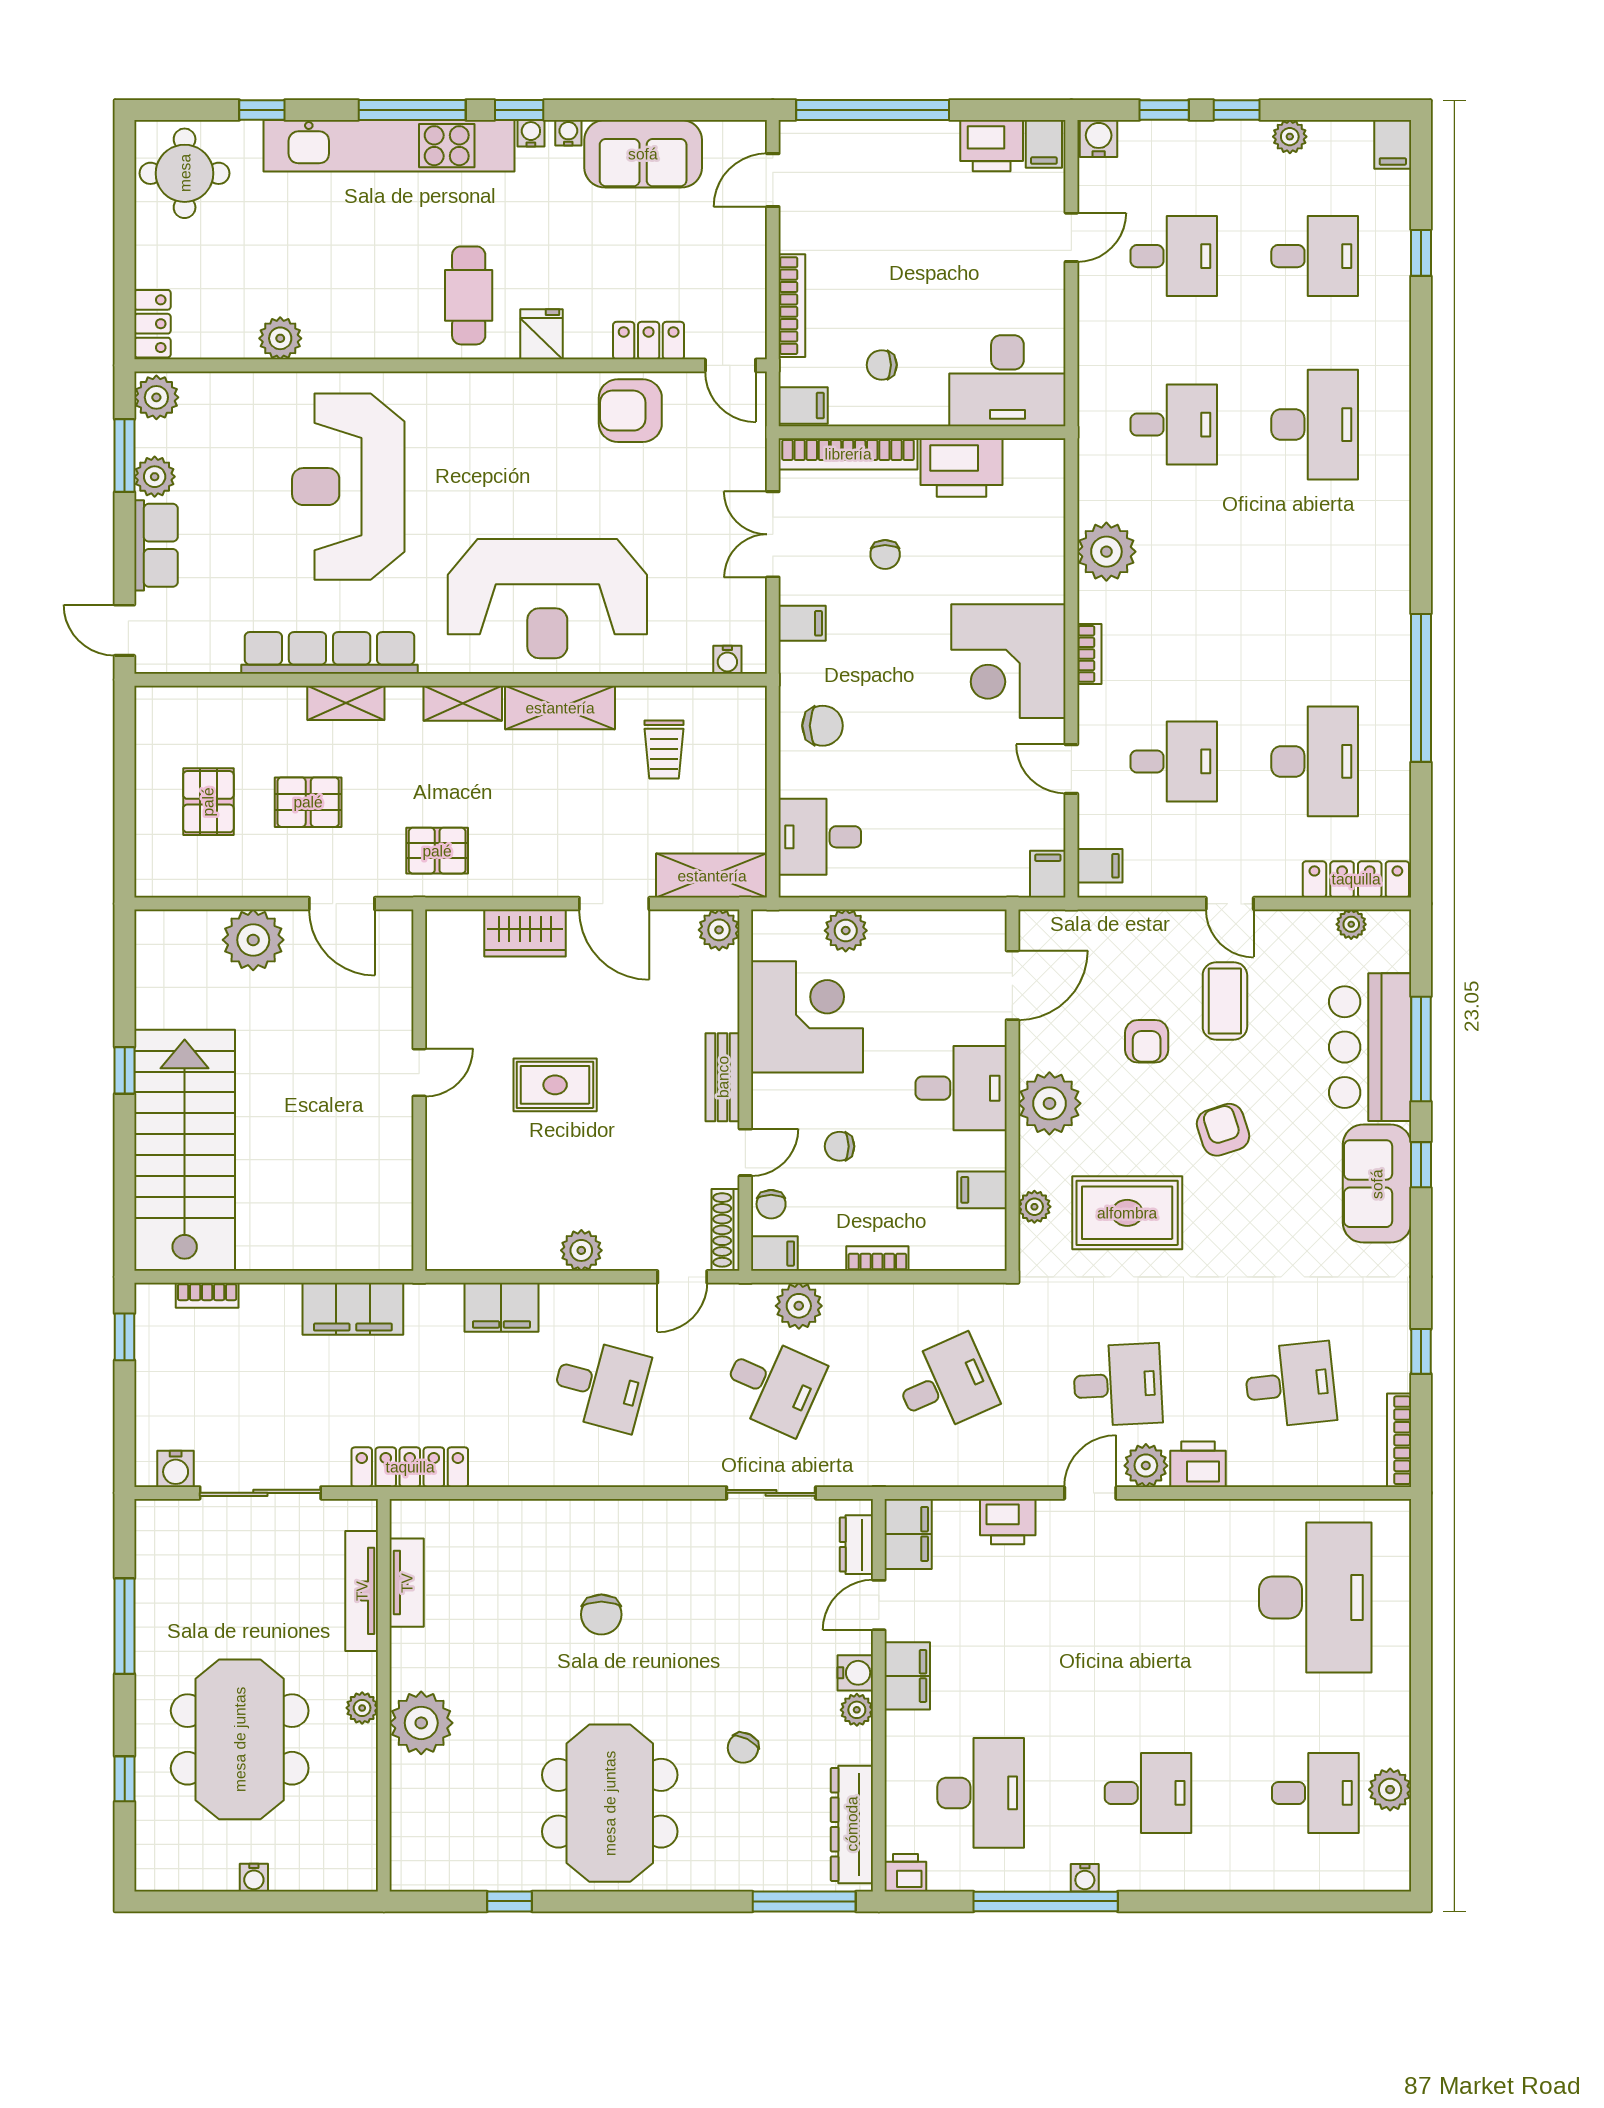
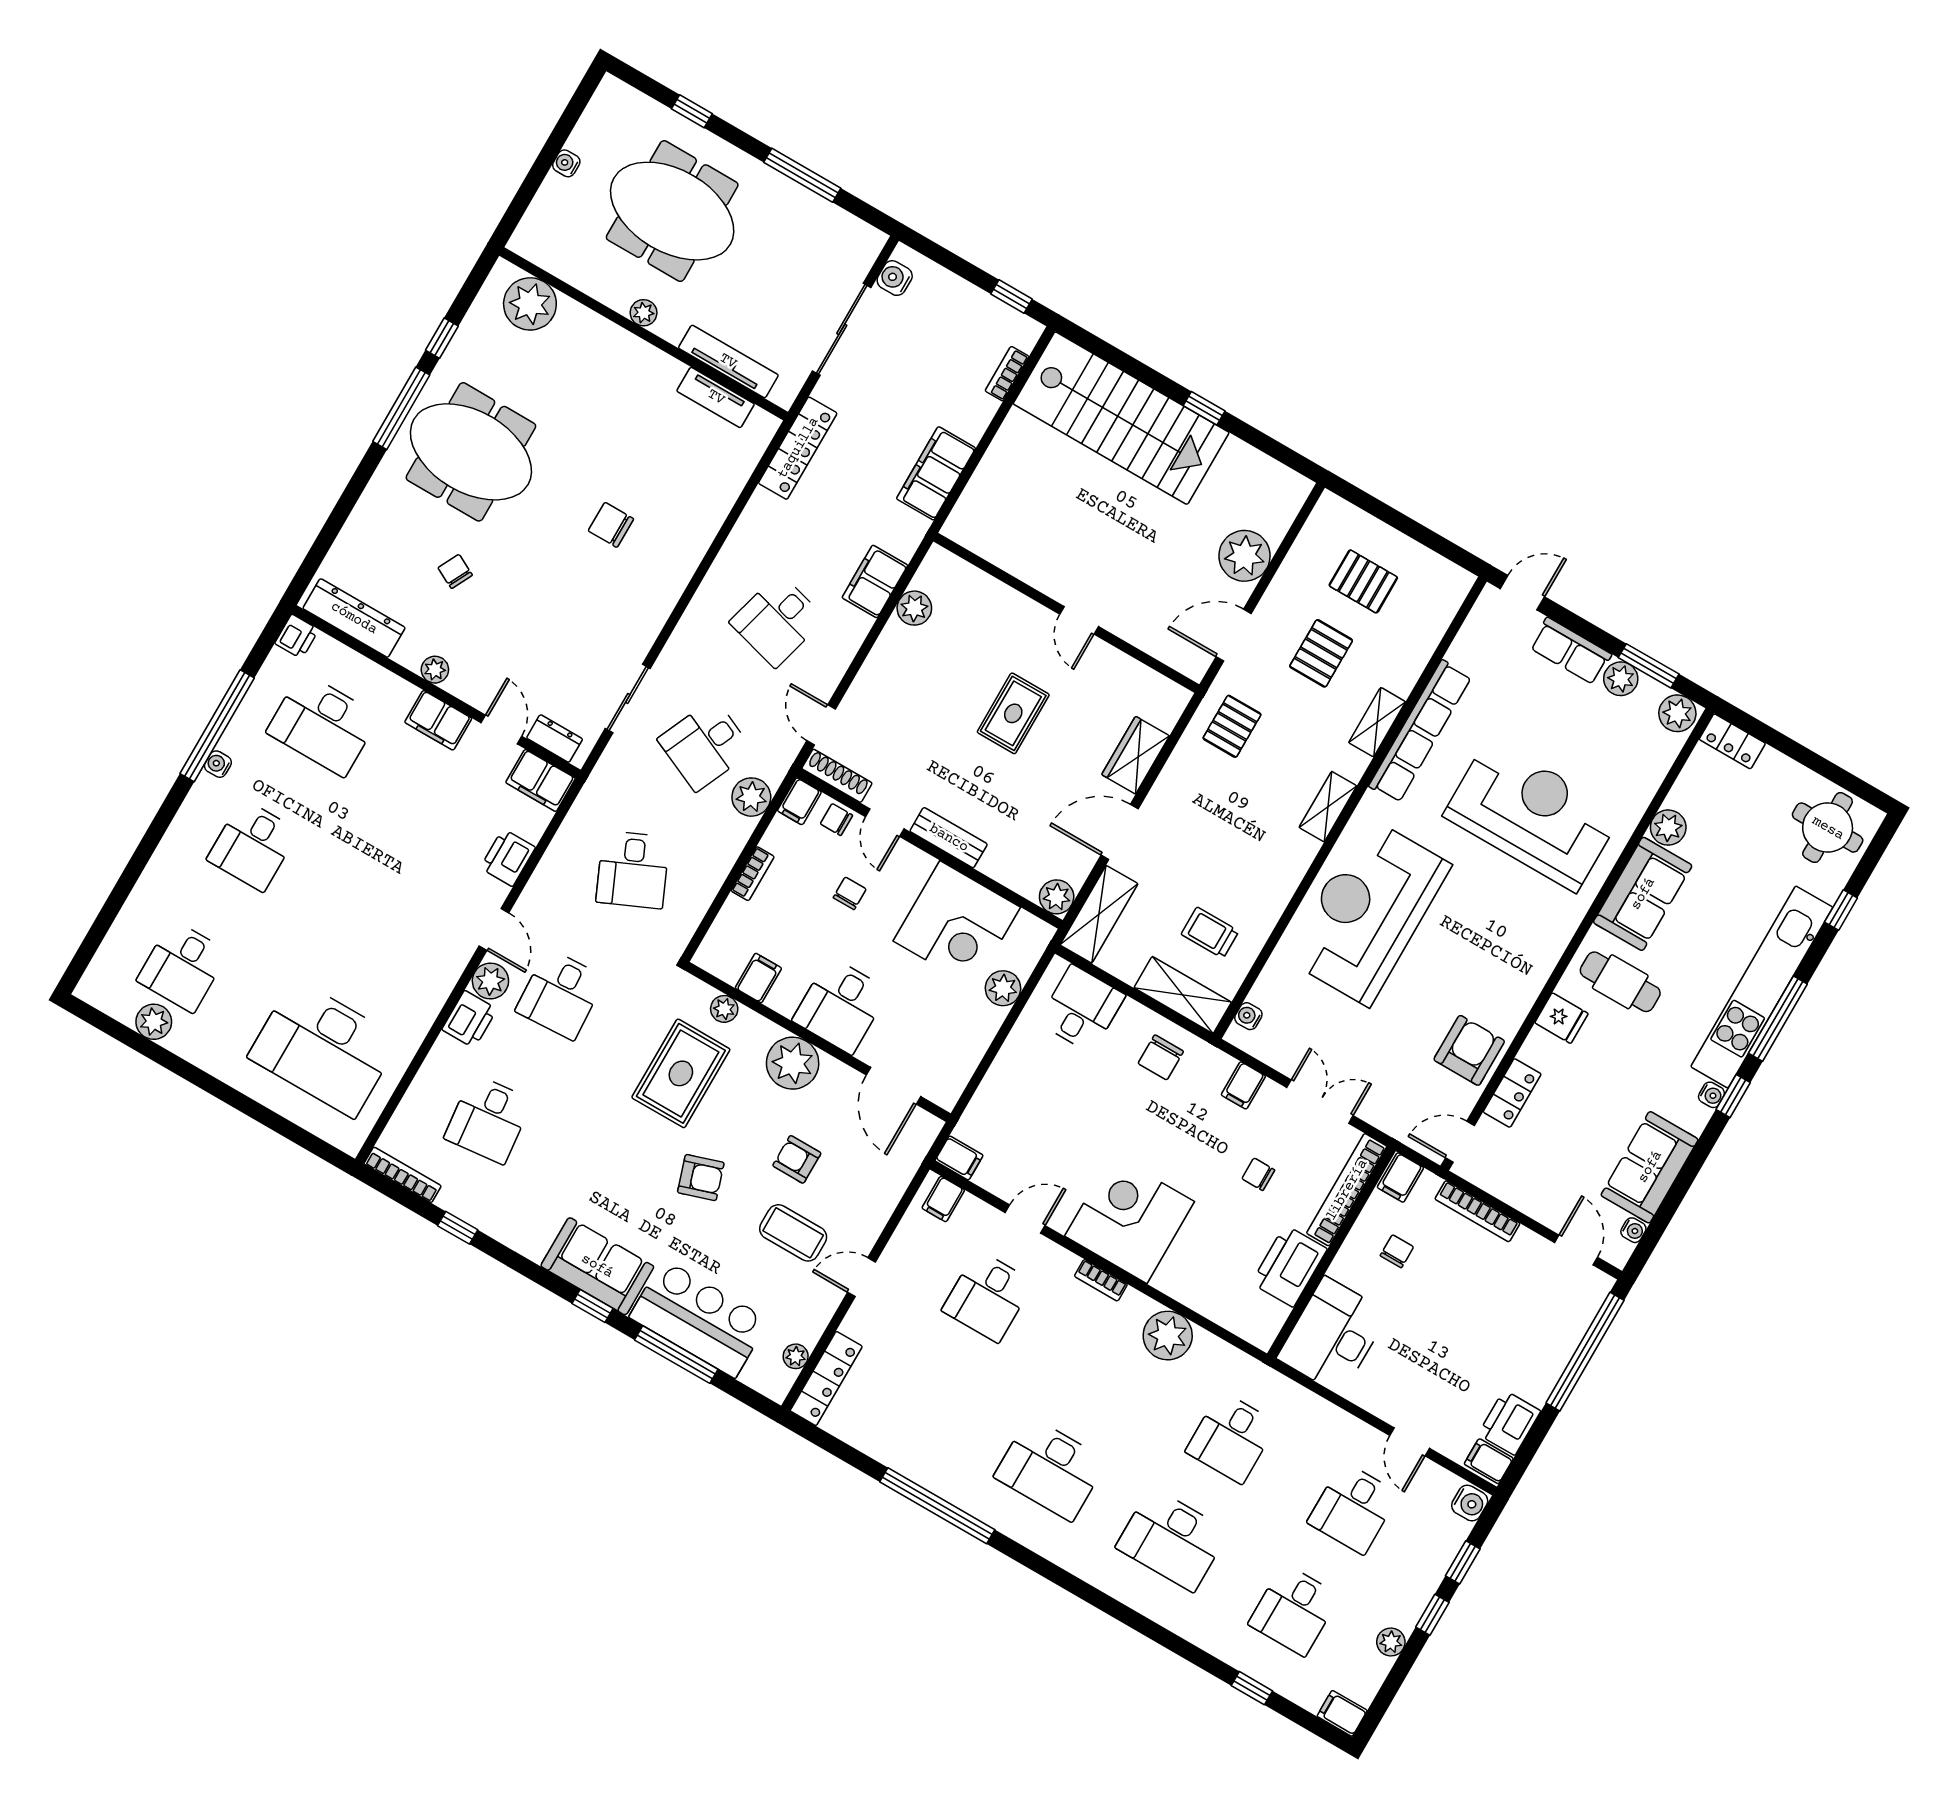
water cooler: (568, 133) -> (1633, 1230), moved
sofa: (364, 325) -> (1643, 894), added
shelving: (560, 708) -> (1183, 995), moved, turned 90
desk: (1315, 761) -> (1050, 1469), moved
plant: (581, 1250) -> (914, 608), moved
water cooler: (855, 1673) -> (462, 684), removed
plant: (421, 1723) -> (530, 304), moved
window: (804, 1901) -> (401, 408), moved

